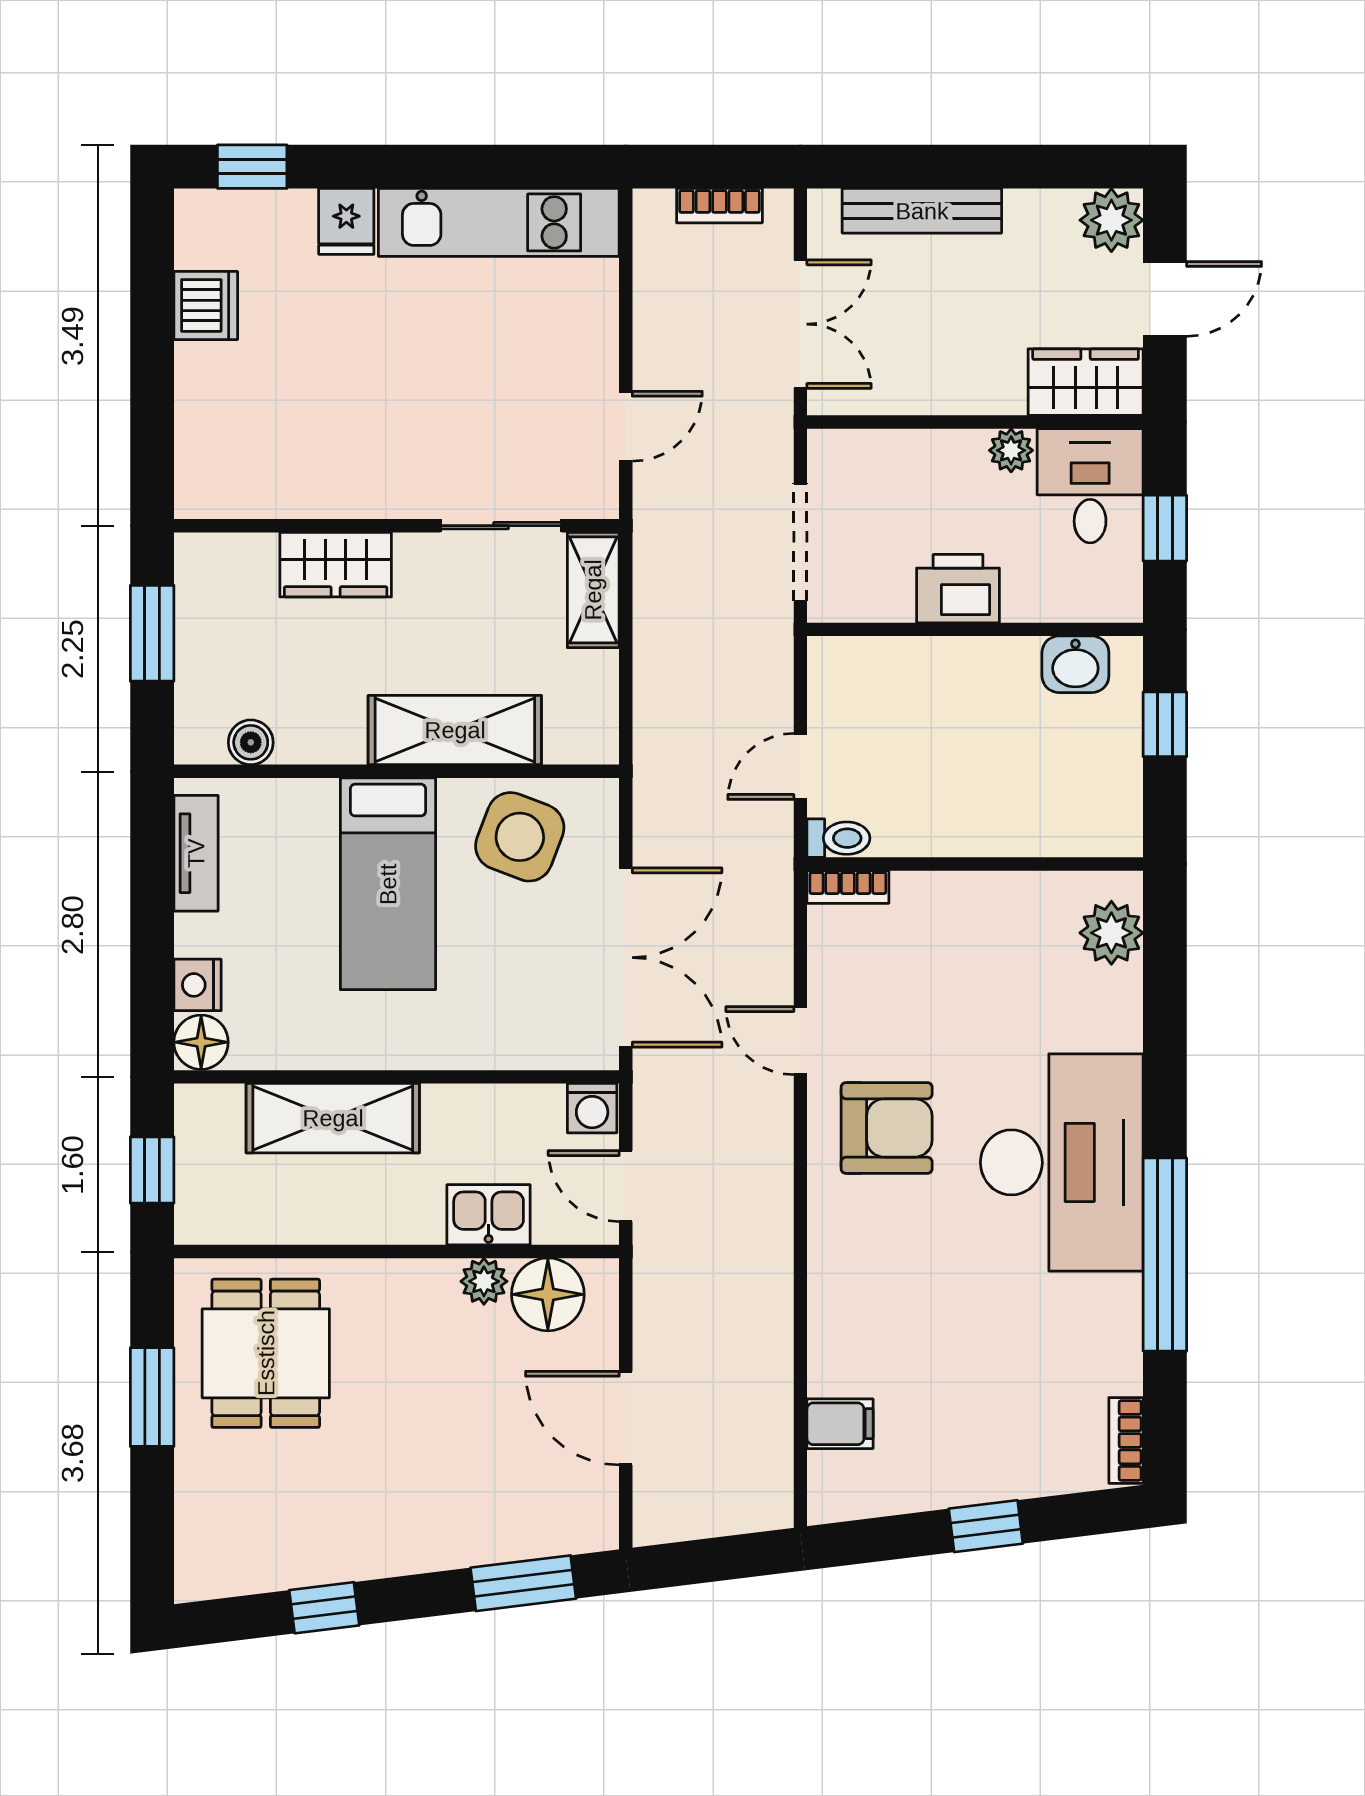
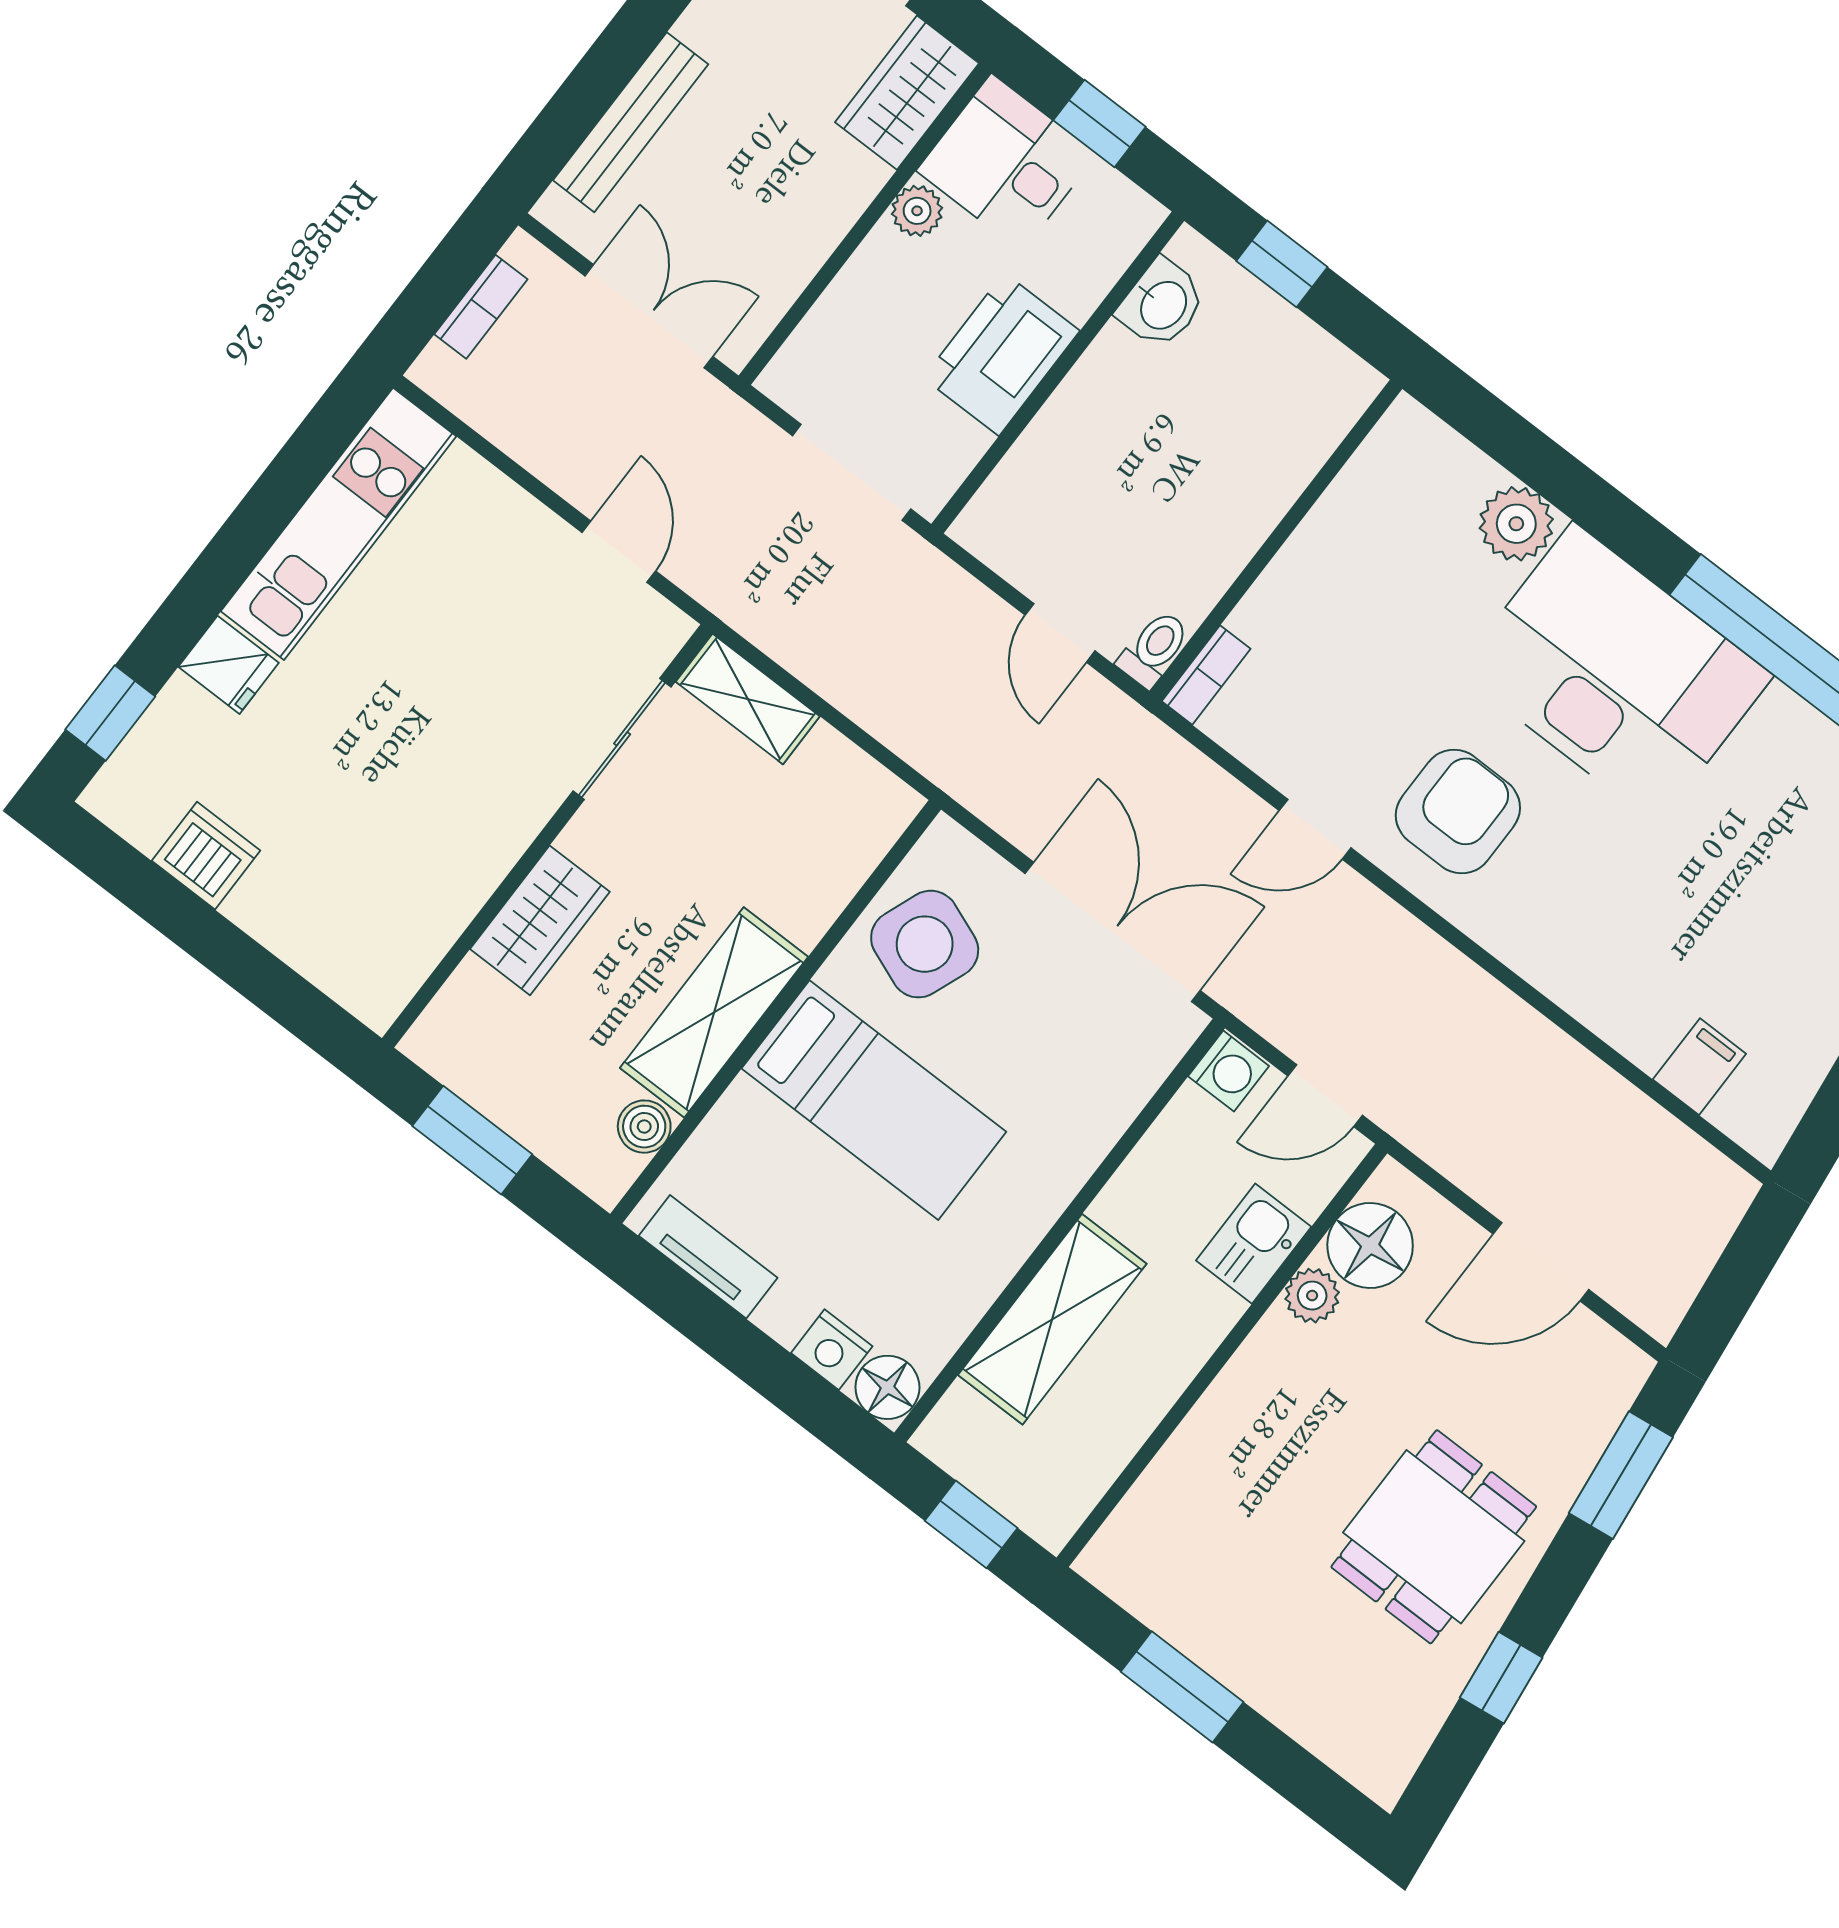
printer: (958, 589) -> (1001, 354), width x1.37, depth x1.19
shelving: (455, 730) -> (714, 1012), moved
plant: (1111, 933) -> (1516, 524), moved
dining table: (266, 1353) -> (1434, 1537), moved, turned 90

